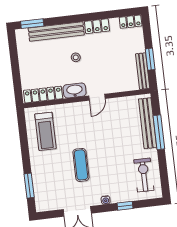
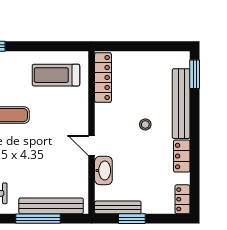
washbasin: (75, 90) -> (103, 170), moved

